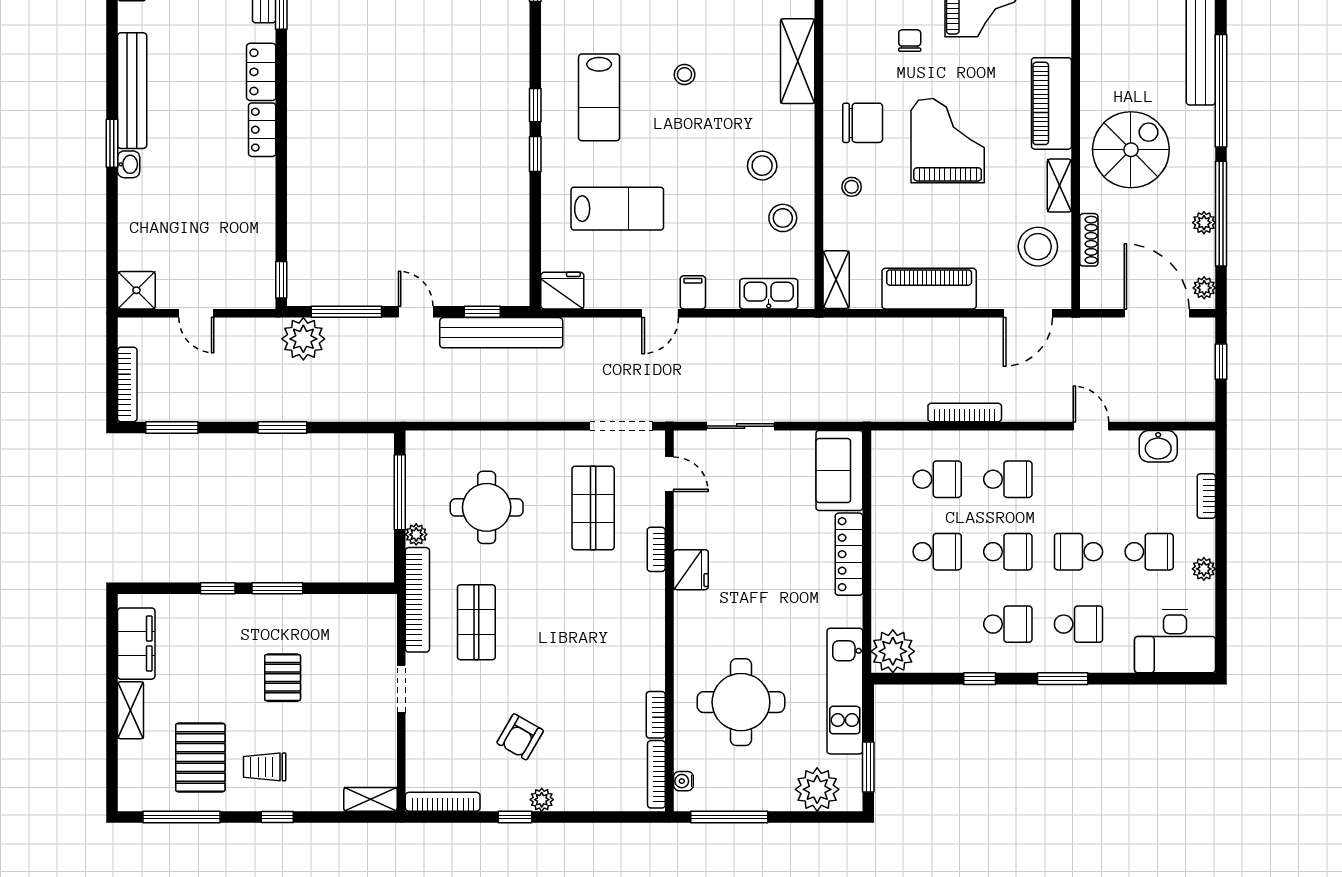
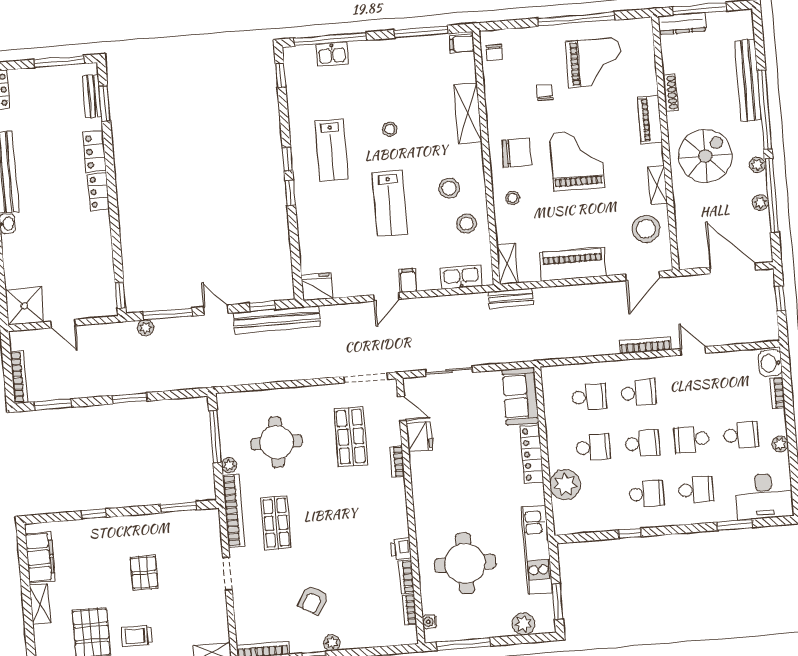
piano: (1051, 103) -> (650, 119), width x0.73, depth x0.75
lab bench: (617, 209) -> (390, 203), moved, turned 90
shoe rack: (1089, 240) -> (670, 93), moved
plant: (1204, 288) -> (757, 165), moved
shower: (136, 290) -> (24, 306), width x1.36, depth x1.36
bench: (837, 329) -> (511, 298), added
plant: (303, 339) -> (146, 328), width x0.53, depth x0.53
bookcase: (965, 413) -> (645, 345), moved
washbasin: (1158, 446) -> (770, 363), moved, turned 90
fridge: (691, 570) -> (419, 437), moved
window: (277, 588) -> (178, 507), moved
plant: (893, 651) -> (565, 485), moved
printer: (651, 674) -> (401, 549), added
window: (1063, 679) -> (735, 525), moved
bookcase: (656, 774) -> (410, 610), width x0.64
plant: (817, 789) -> (523, 624), width x0.73, depth x0.73

